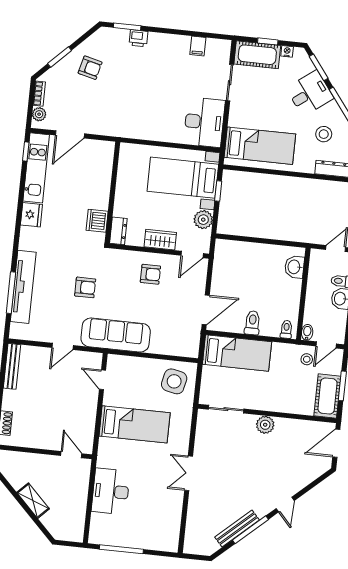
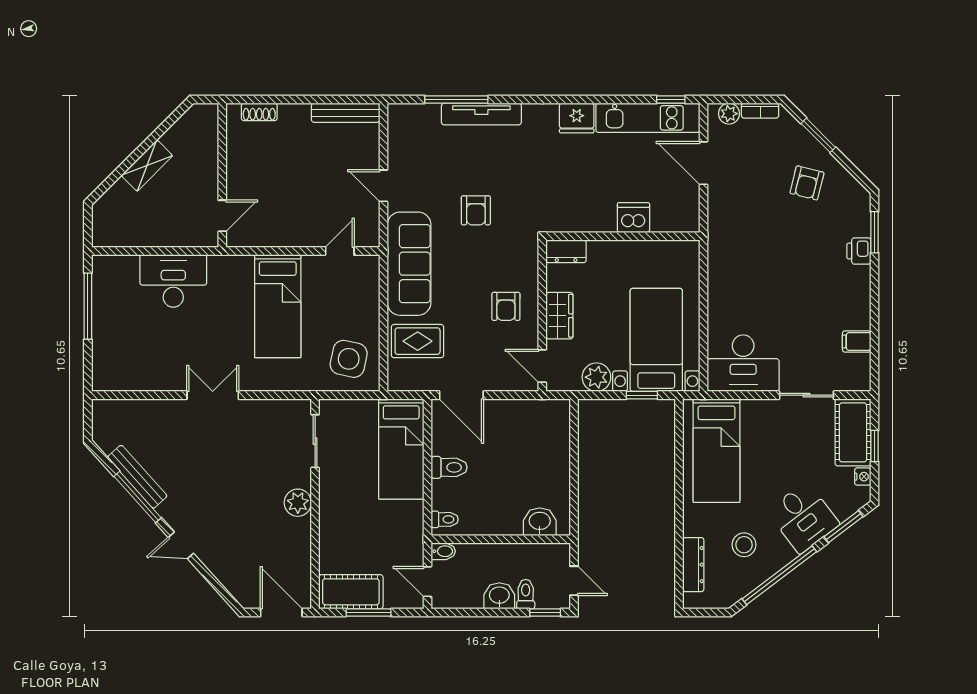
dishwasher: (97, 221) -> (633, 218), moved
tv unit: (23, 287) -> (481, 114), width x0.73, depth x0.78
rug: (167, 335) -> (418, 341), added
stool: (307, 359) -> (403, 555), removed

